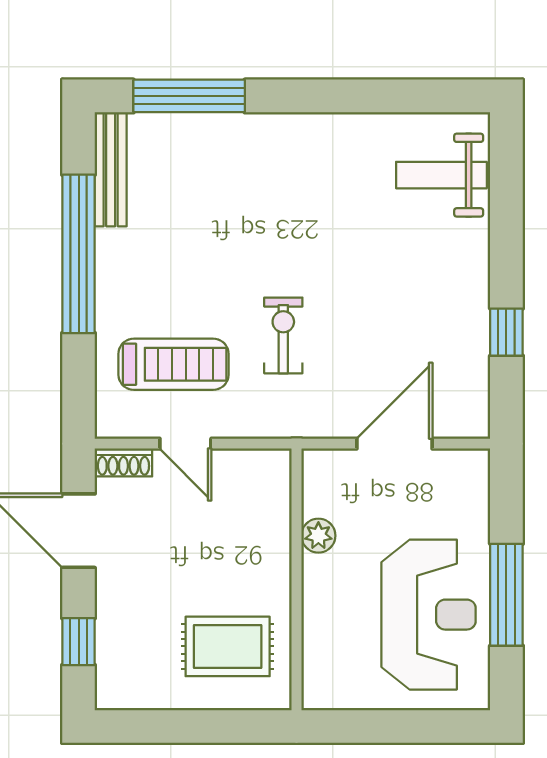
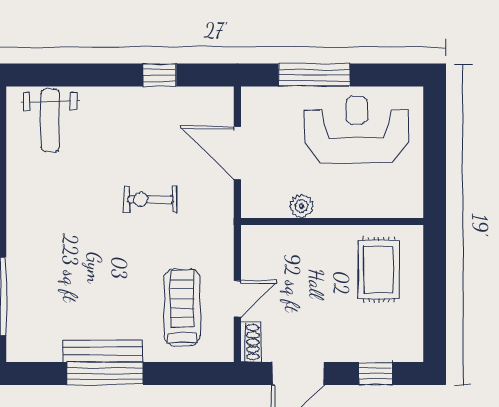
bench: (111, 169) -> (103, 351), moved
window: (79, 254) -> (105, 373), width x0.68
exercise bike: (283, 335) -> (151, 200), moved
window: (506, 595) -> (314, 75), moved

